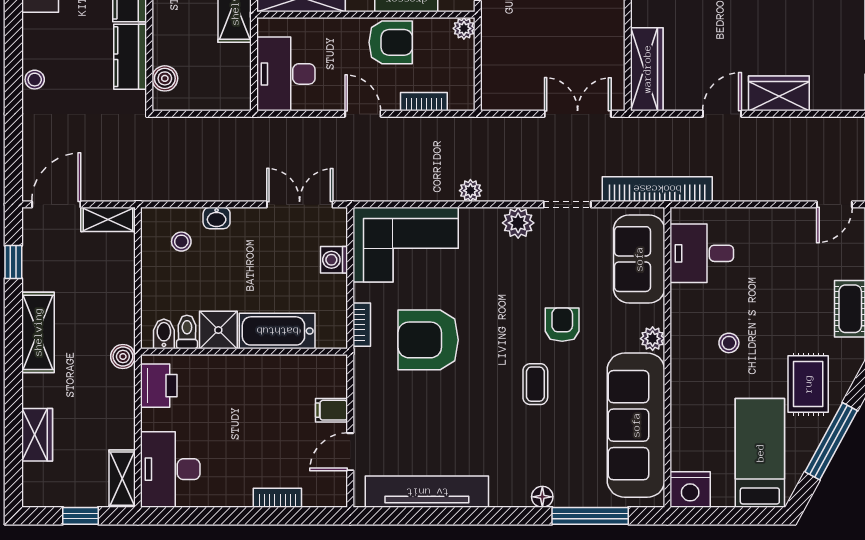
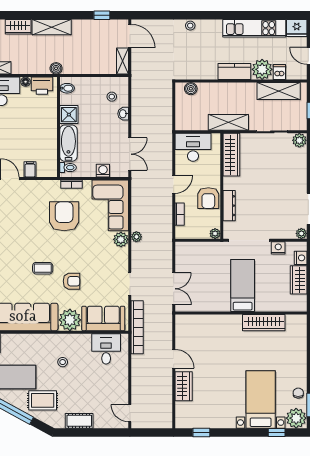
kitchen counter: (130, 57) -> (201, 72), removed
wardrobe: (647, 69) -> (195, 322), removed
plant: (518, 223) -> (121, 239), moved
shelving: (38, 332) -> (52, 27), moved
toilet: (187, 332) -> (68, 168), moved
plant: (653, 339) -> (70, 320), width x1.87, depth x1.87
floor lamp: (150, 419) -> (26, 82), added

